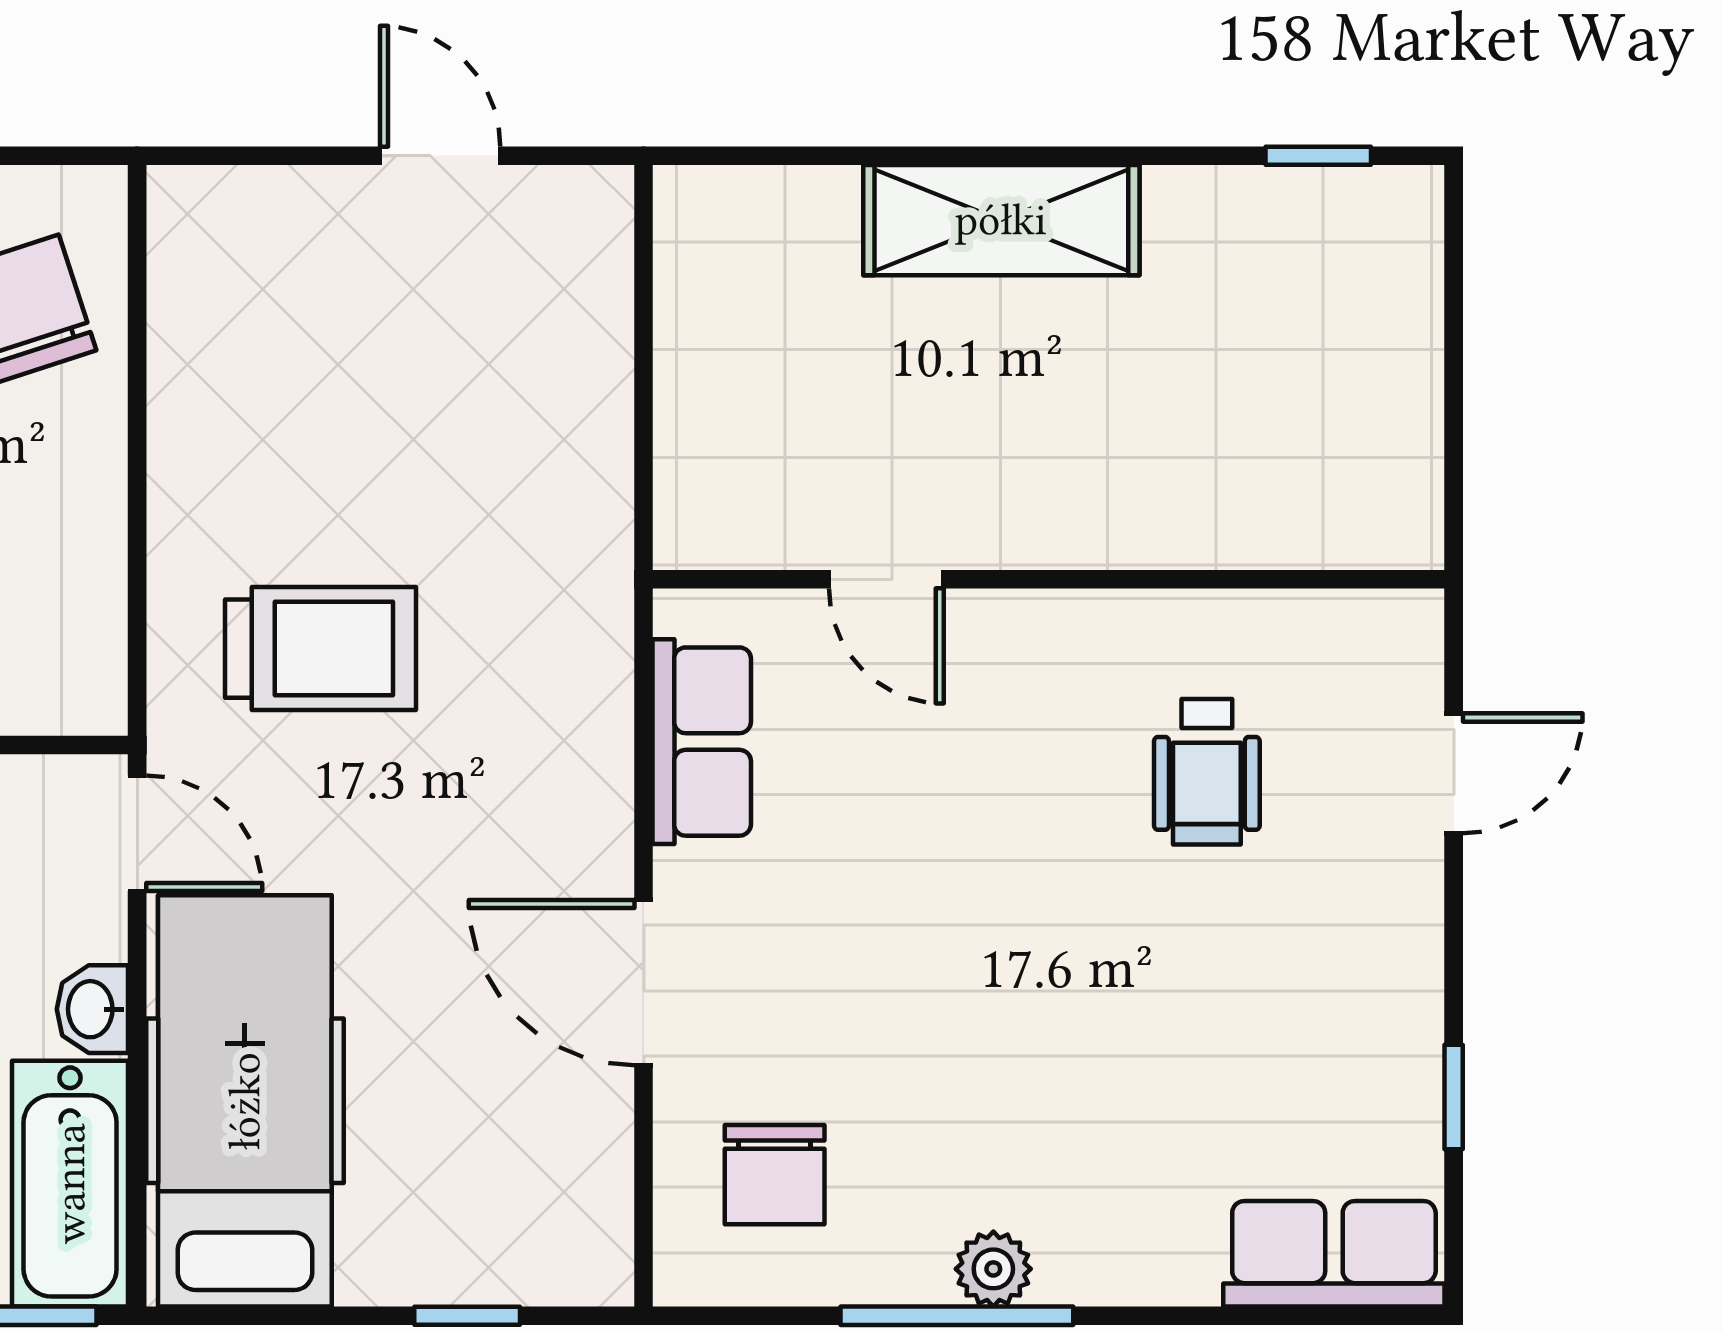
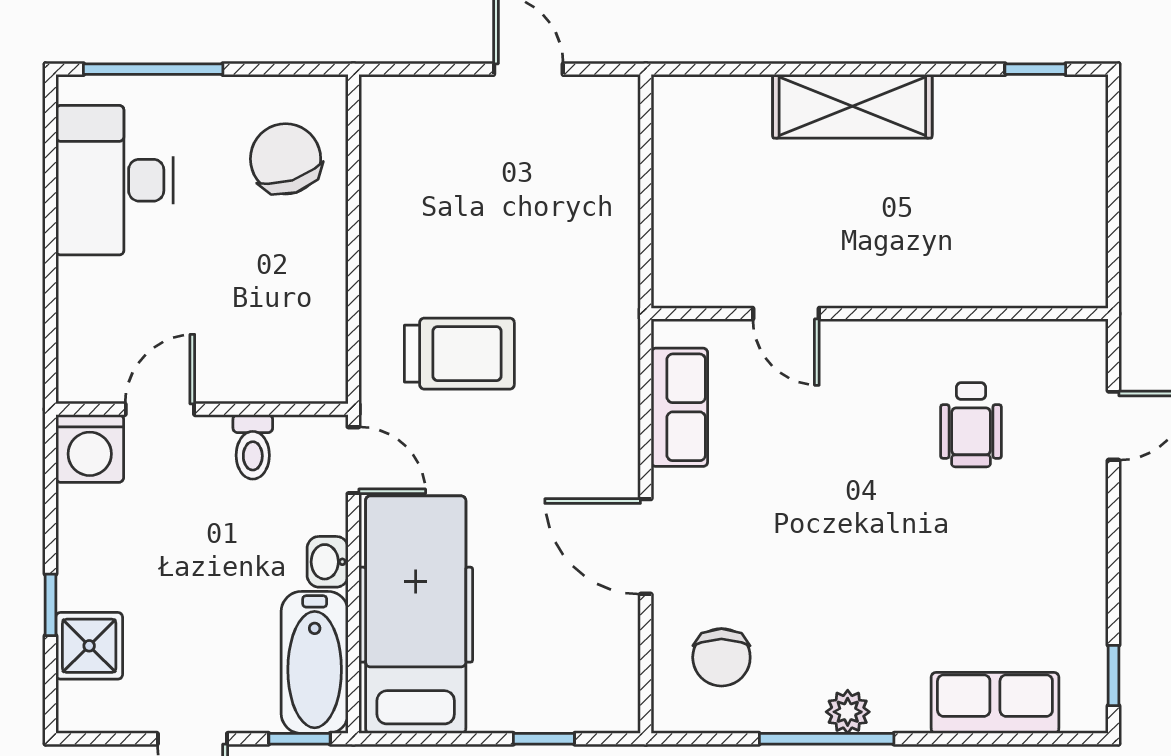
window: (1454, 1097) -> (1113, 675), moved
row of seats: (1334, 1254) -> (995, 703), moved

